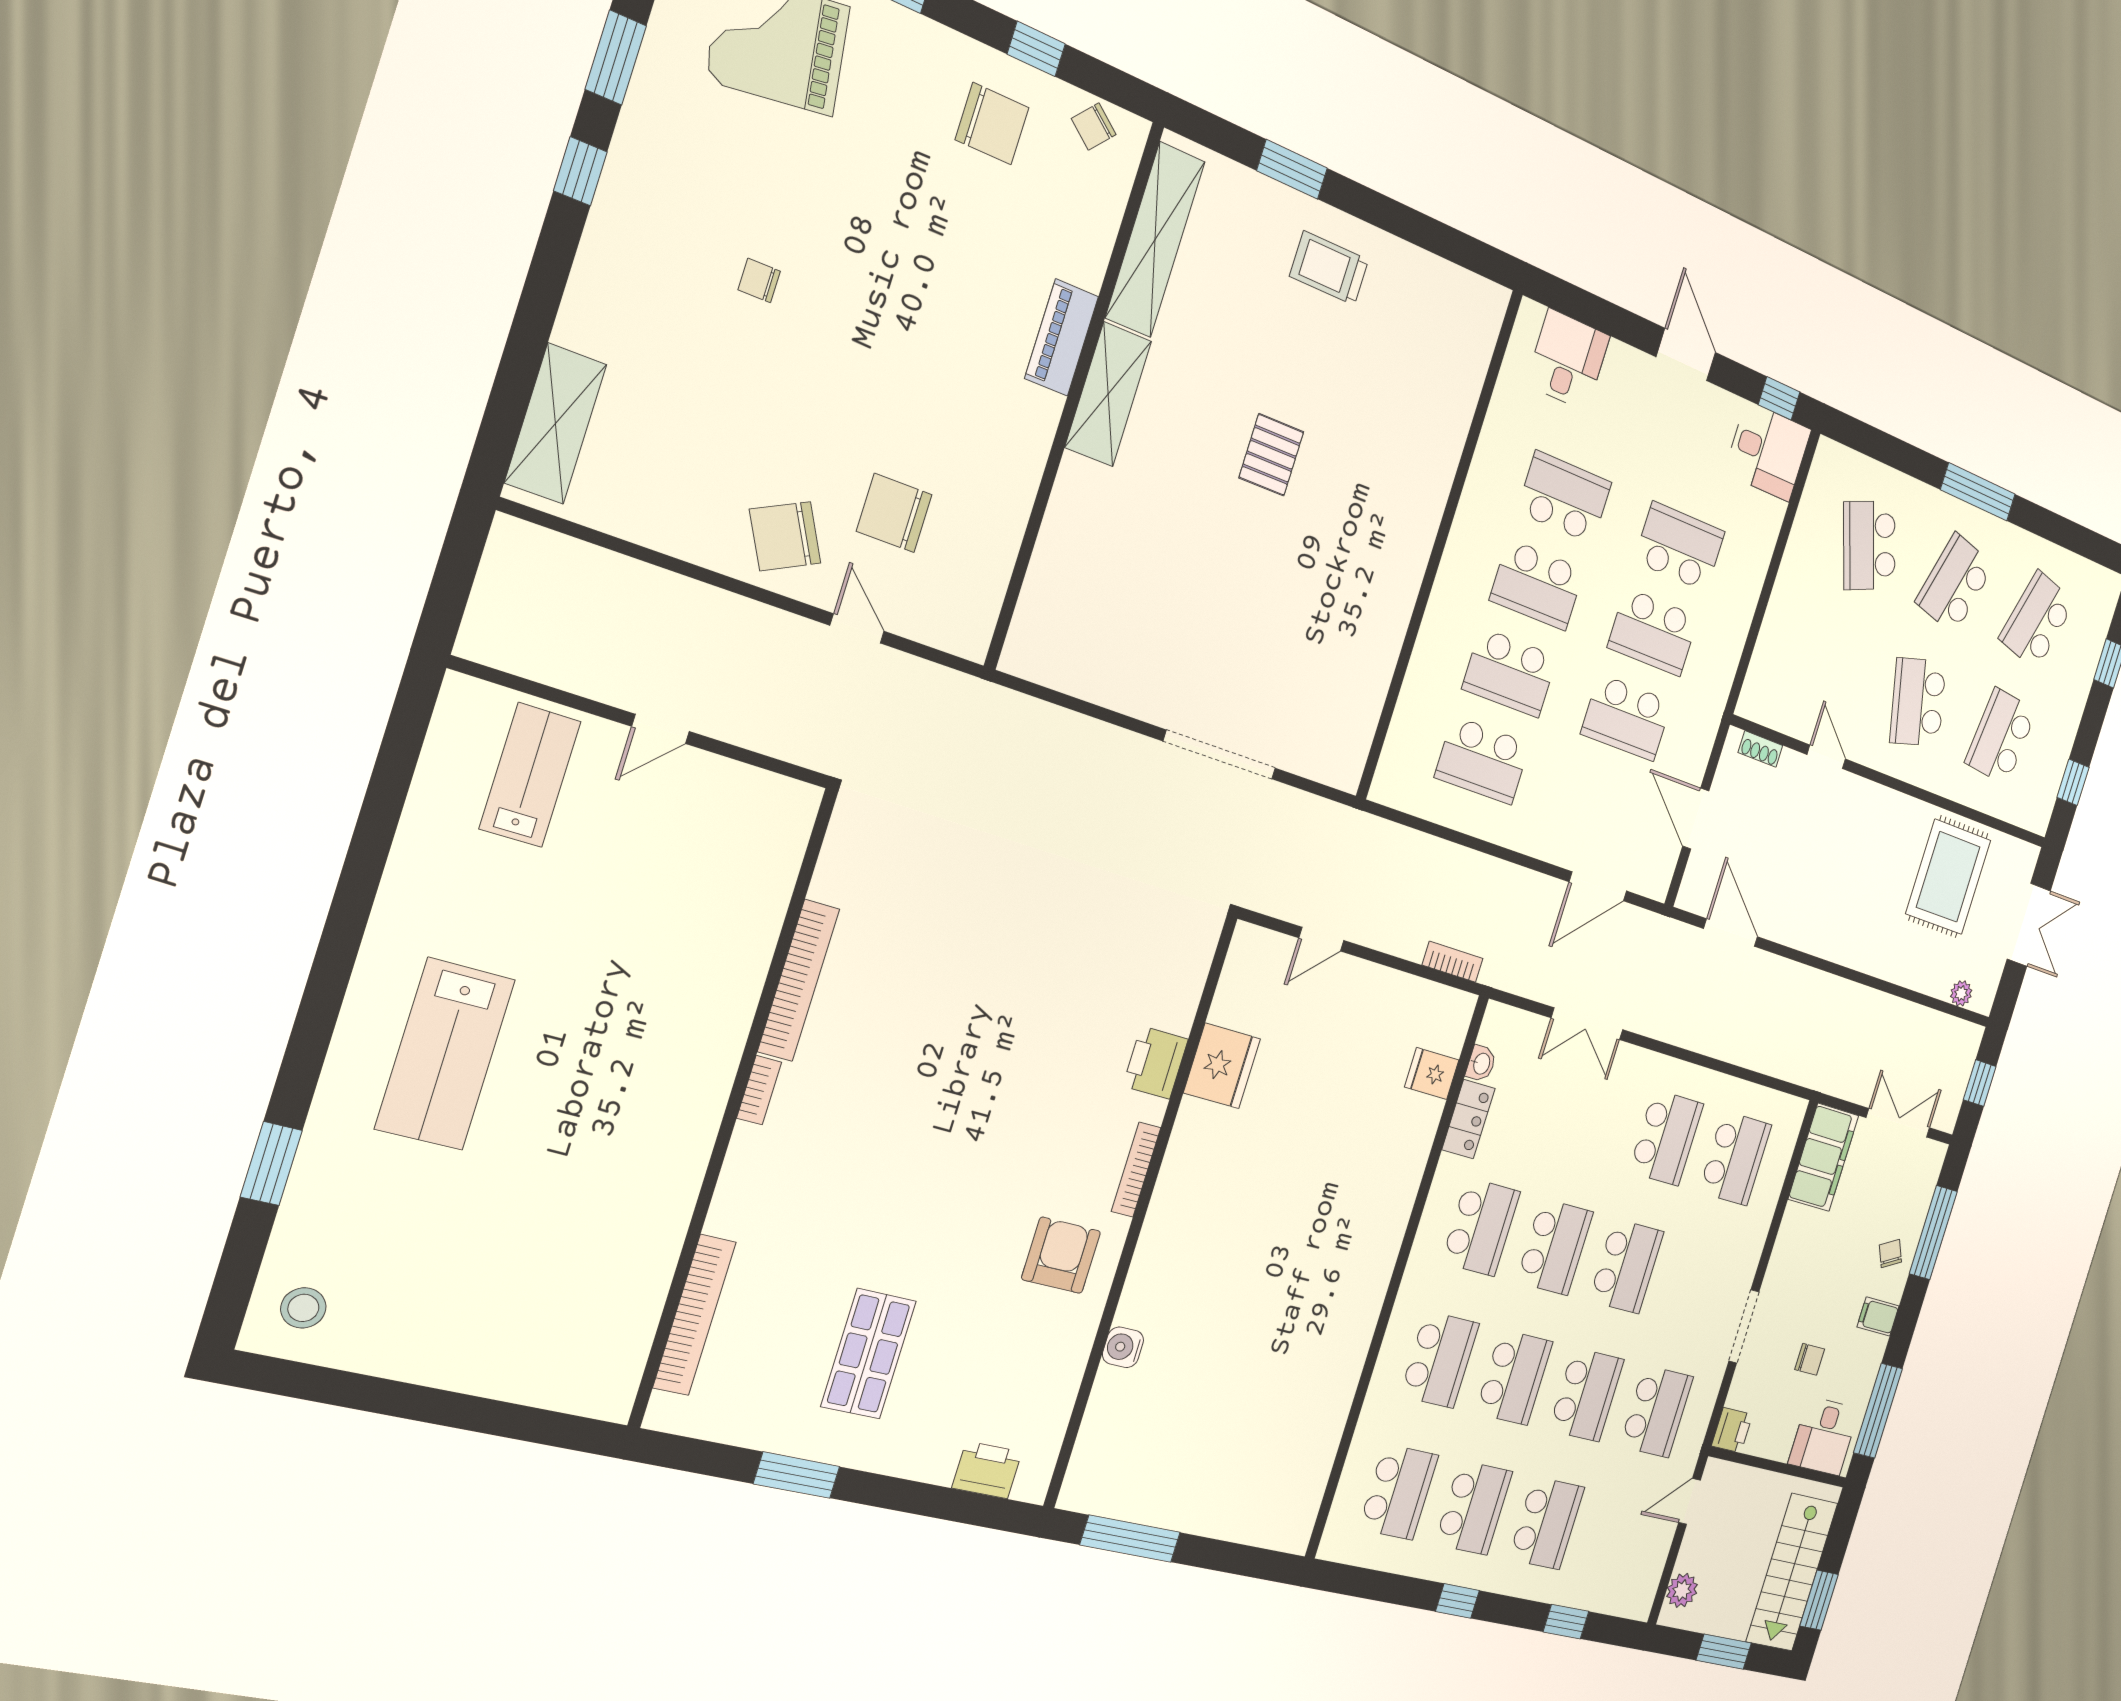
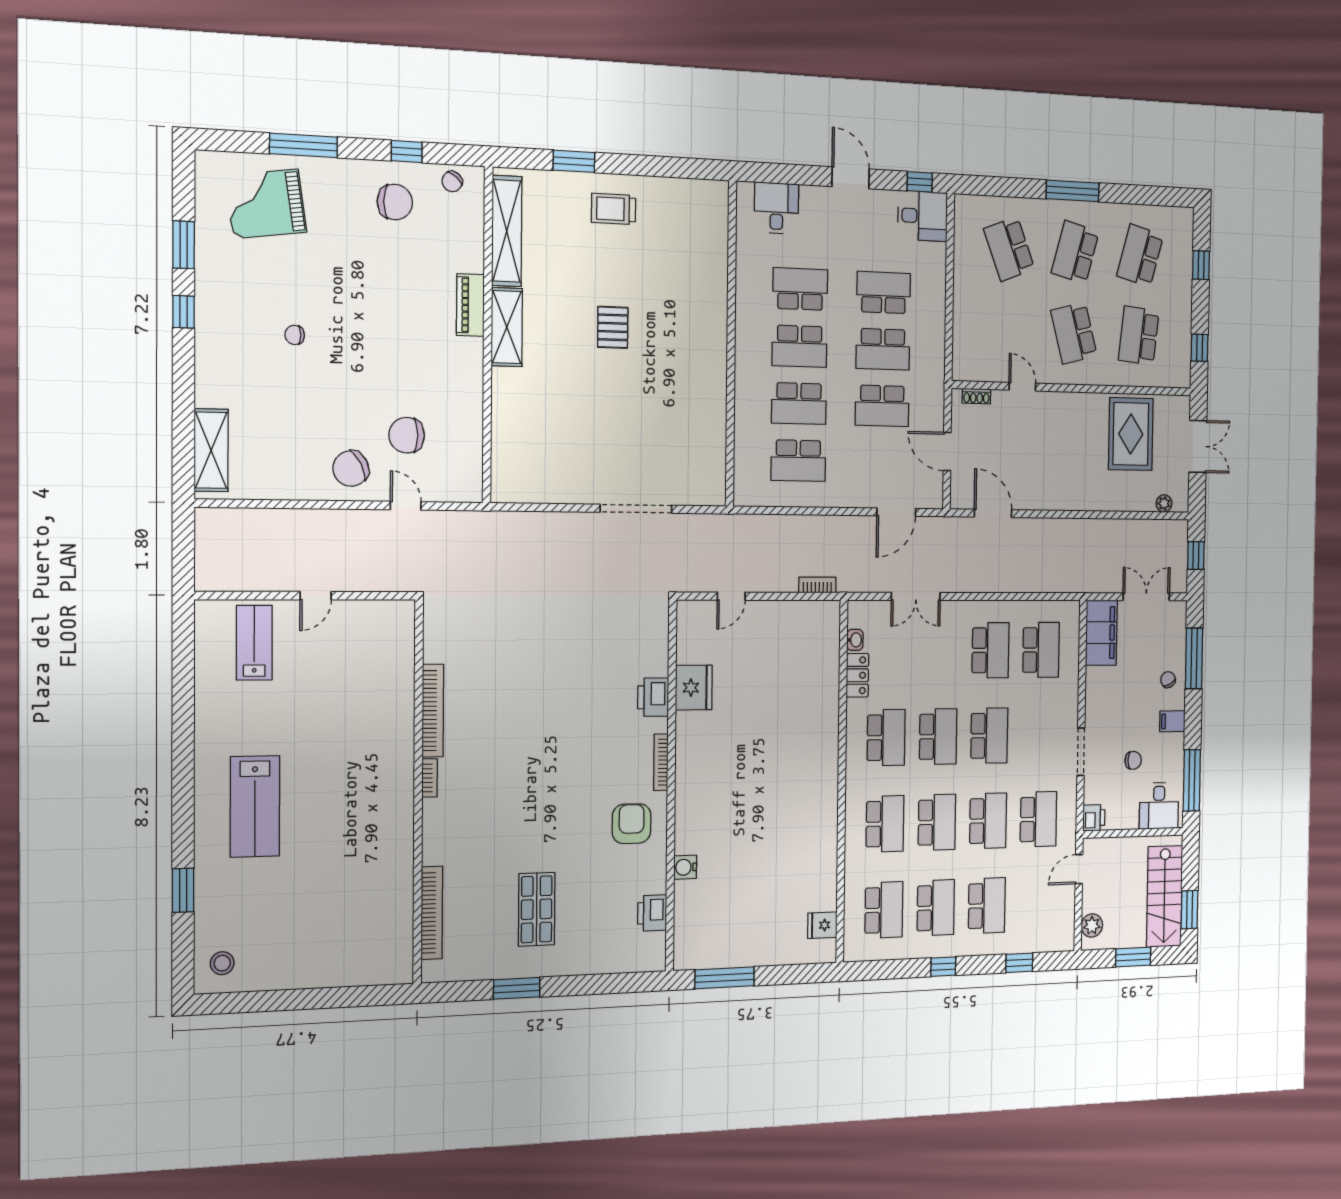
fridge: (1432, 1074) -> (822, 925), moved
printer: (987, 1470) -> (652, 913), moved, turned -90

